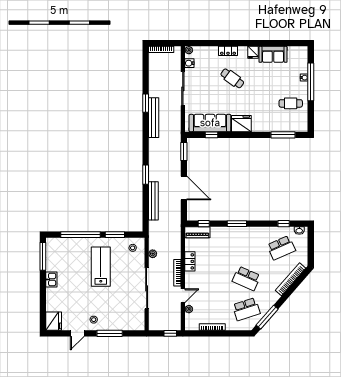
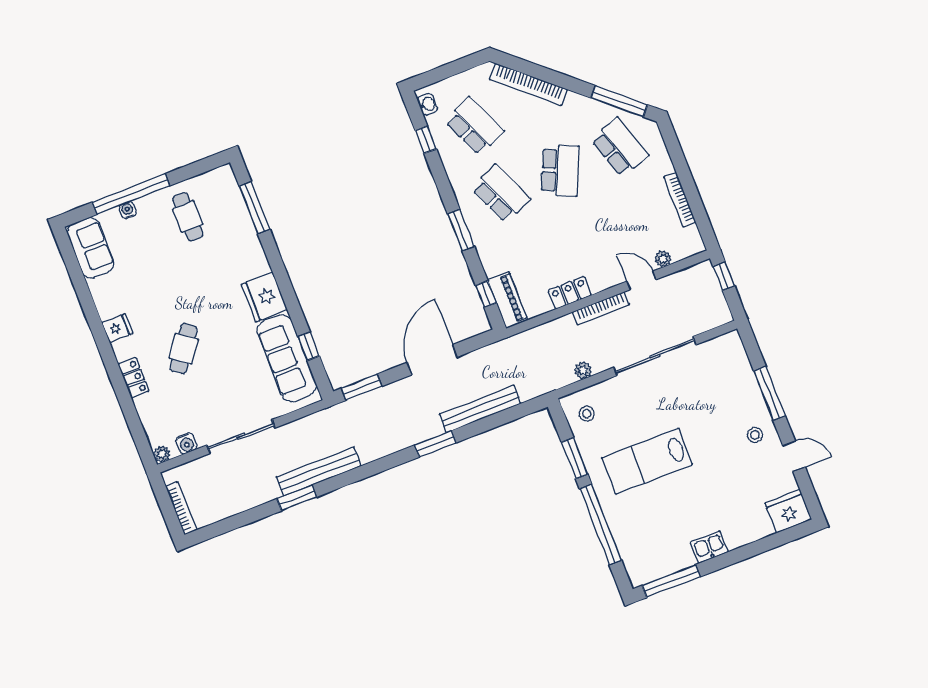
sofa: (273, 54) -> (91, 248), moved
school desk: (246, 248) -> (501, 194), added

